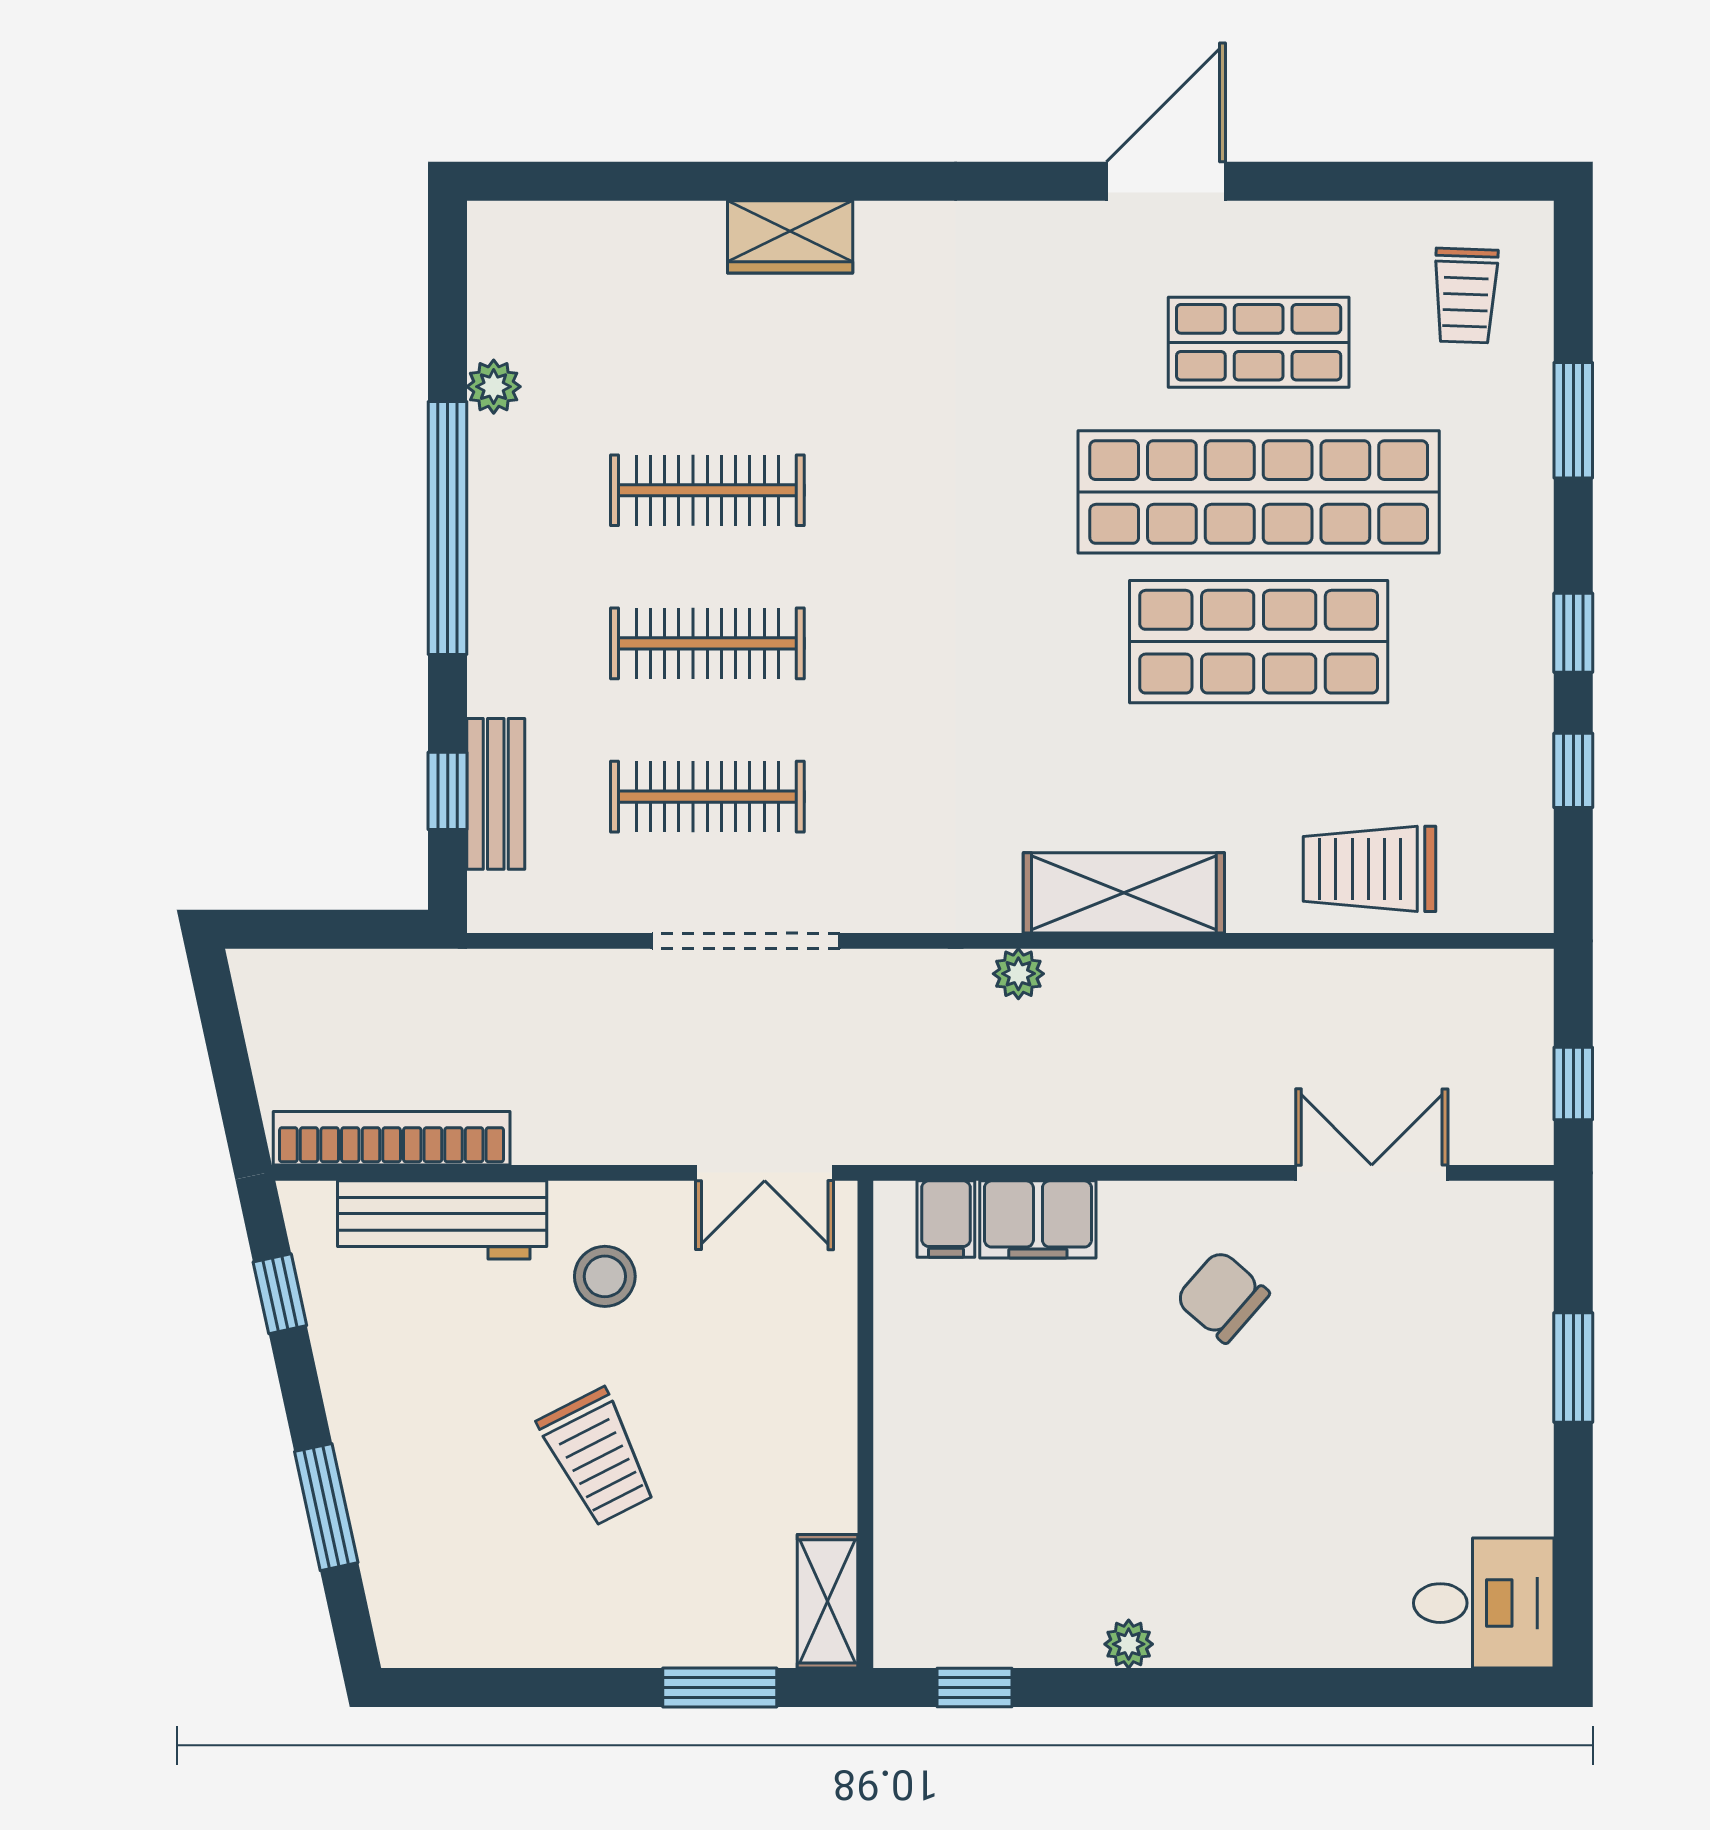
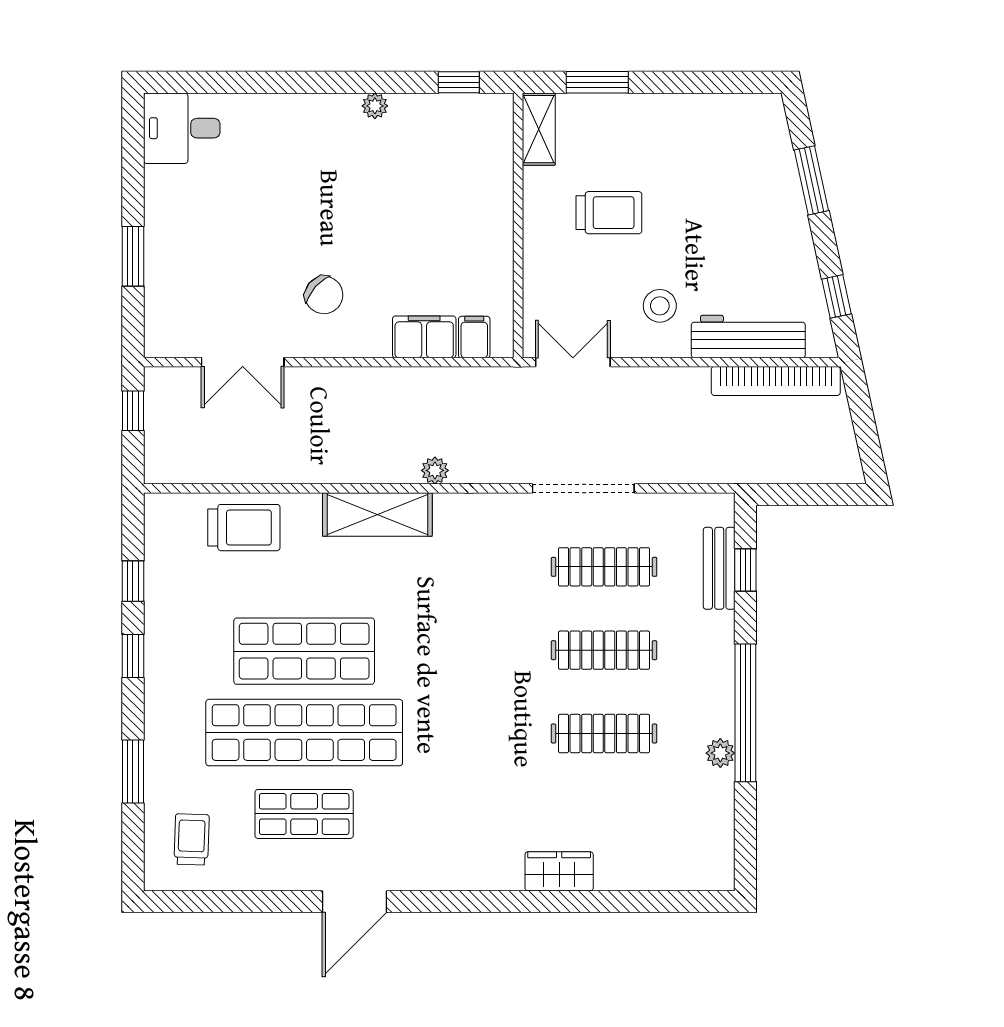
plant: (494, 387) -> (720, 753), moved
trolley: (597, 1457) -> (609, 213), moved, turned 117

